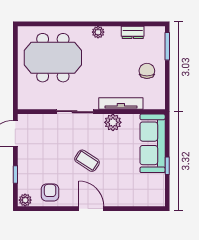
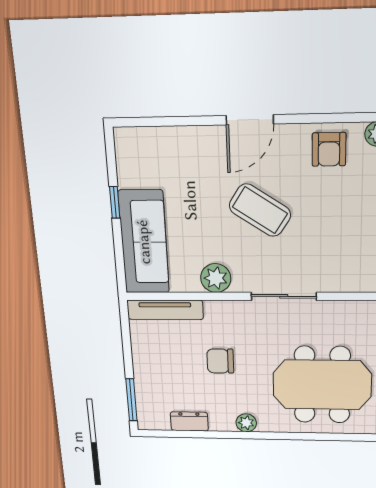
chair: (147, 71) -> (220, 361), moved, turned 90
tv unit: (121, 104) -> (165, 310), moved
coffee table: (87, 161) -> (260, 210), width x1.36, depth x1.30
door: (91, 209) -> (250, 120), hinge flipped

